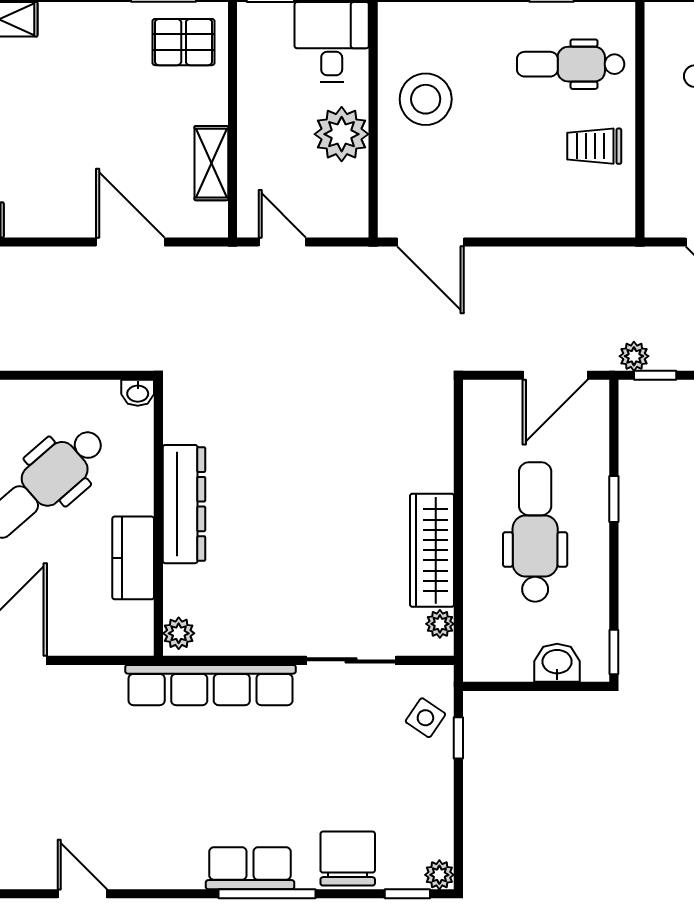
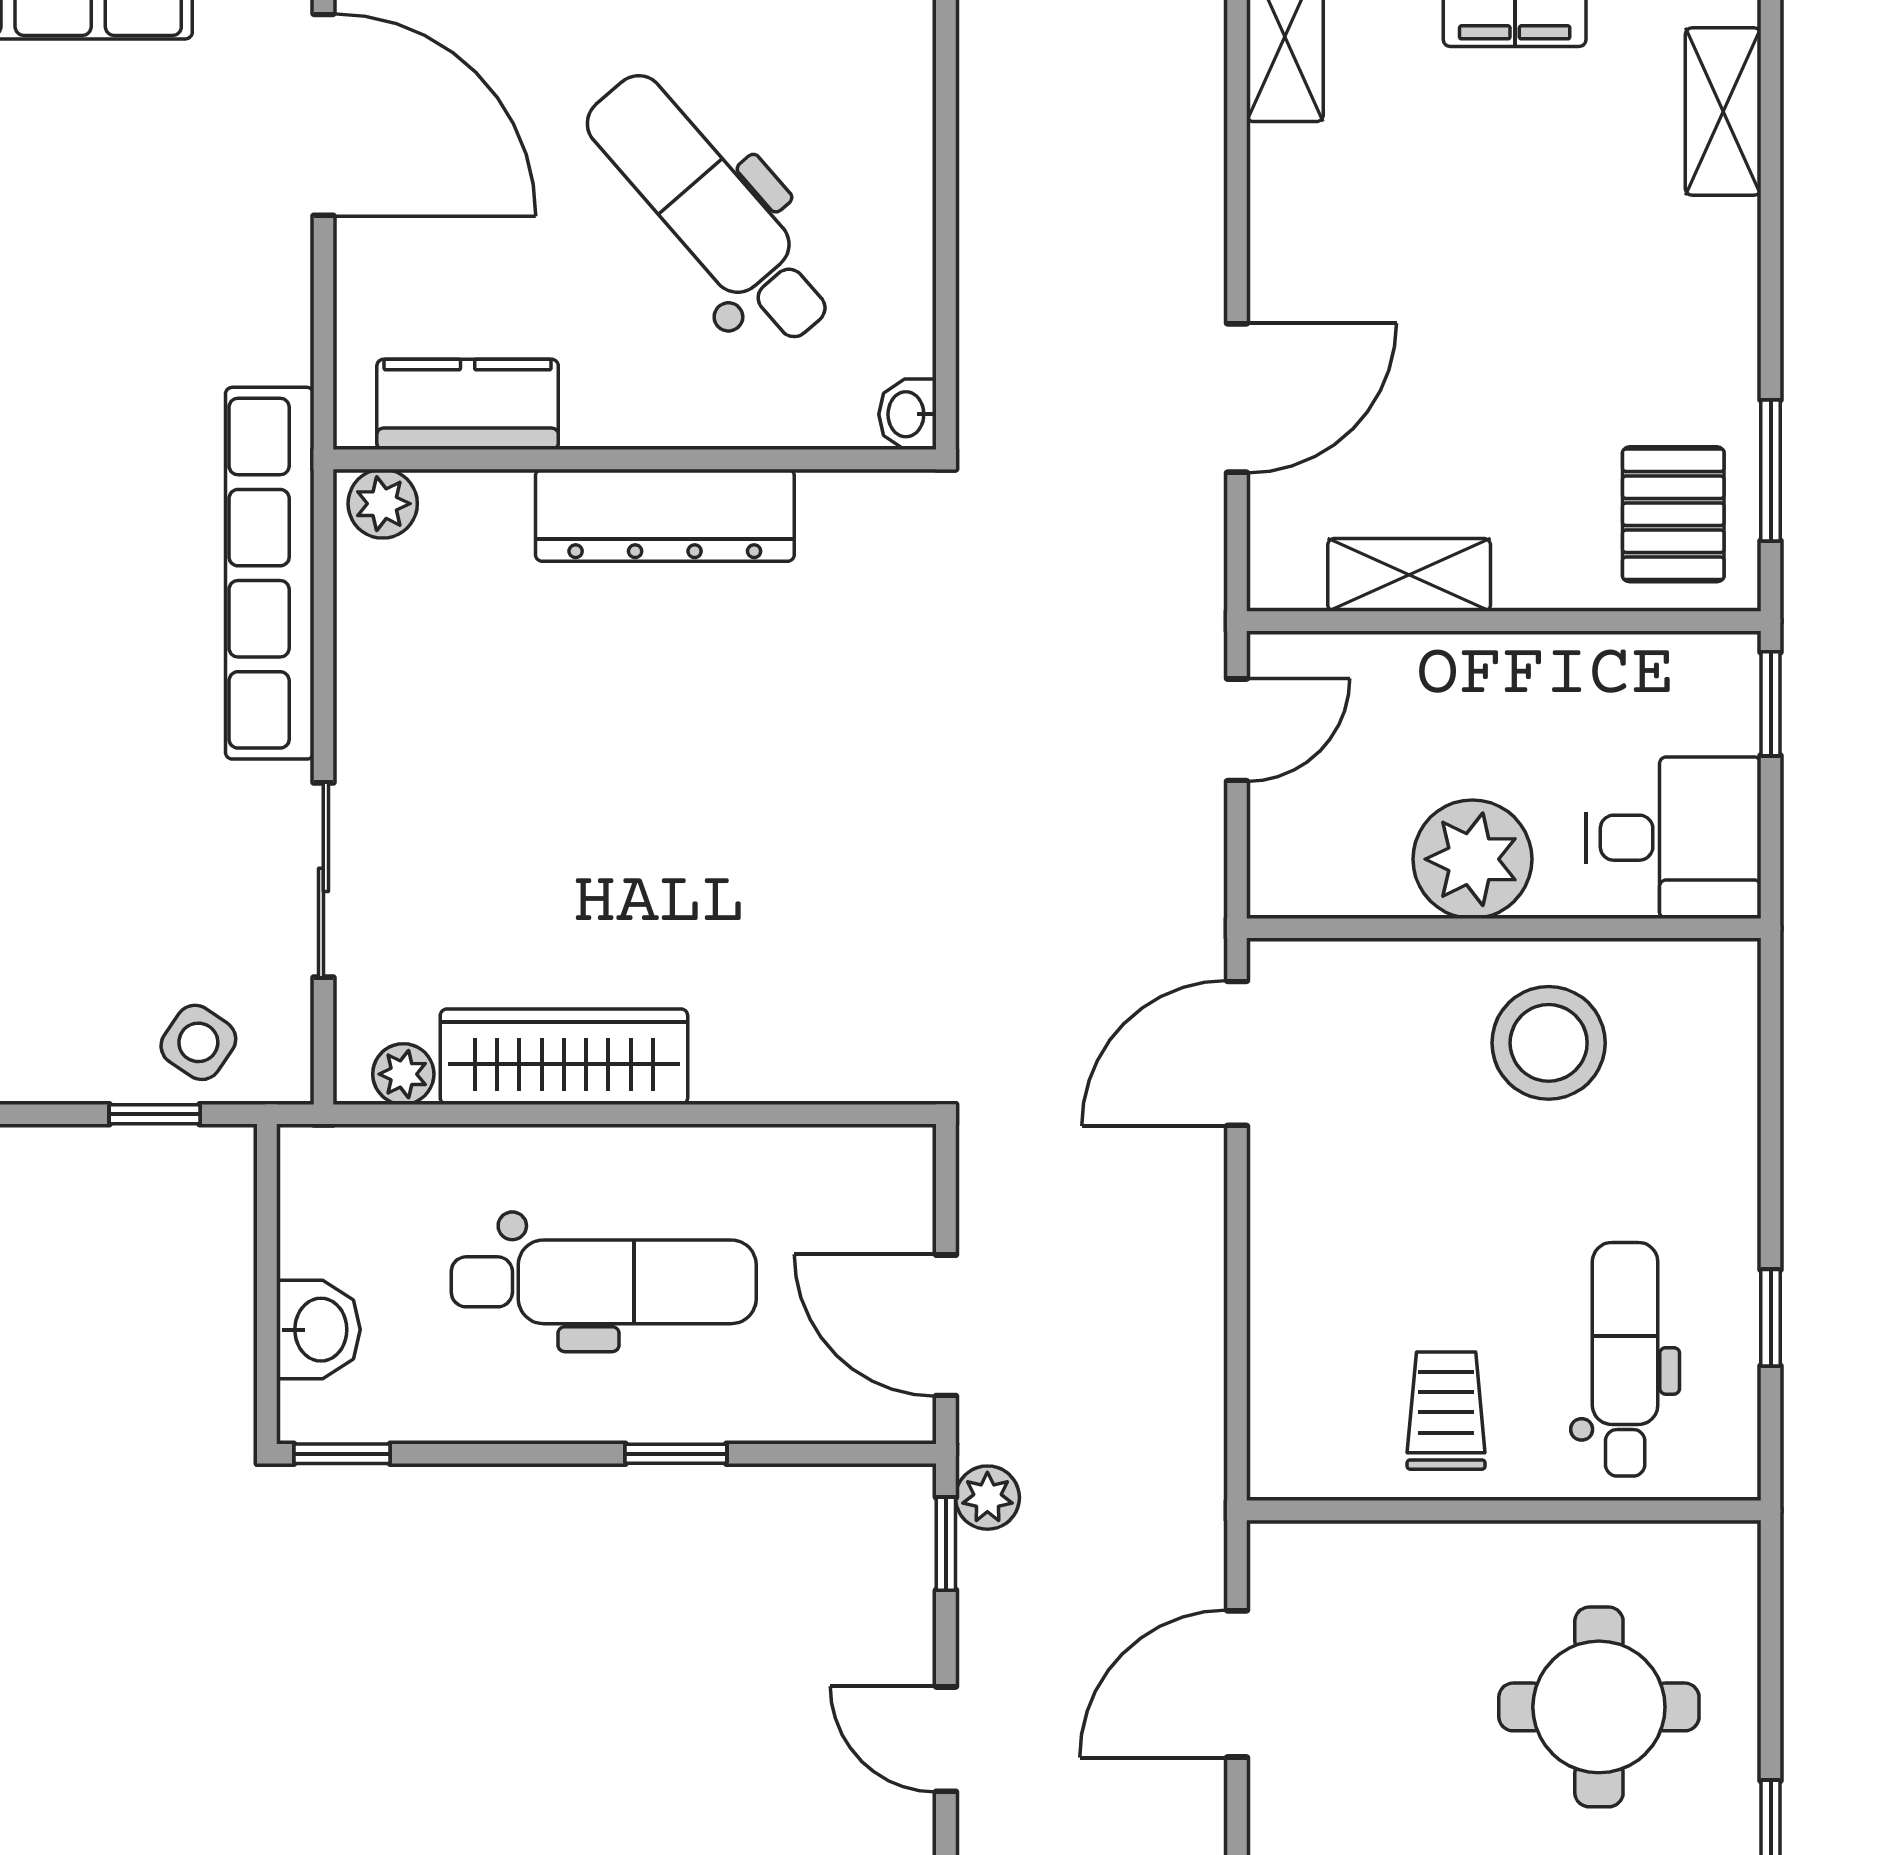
kitchen counter: (133, 558) -> (468, 404), moved

